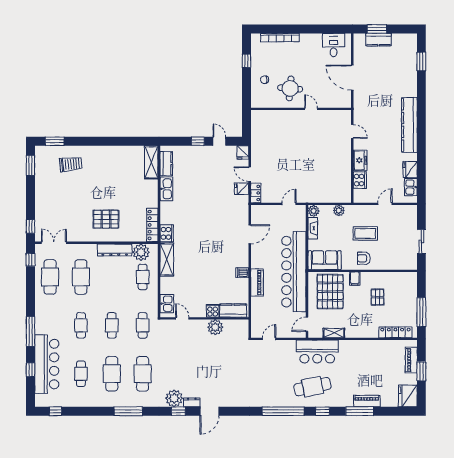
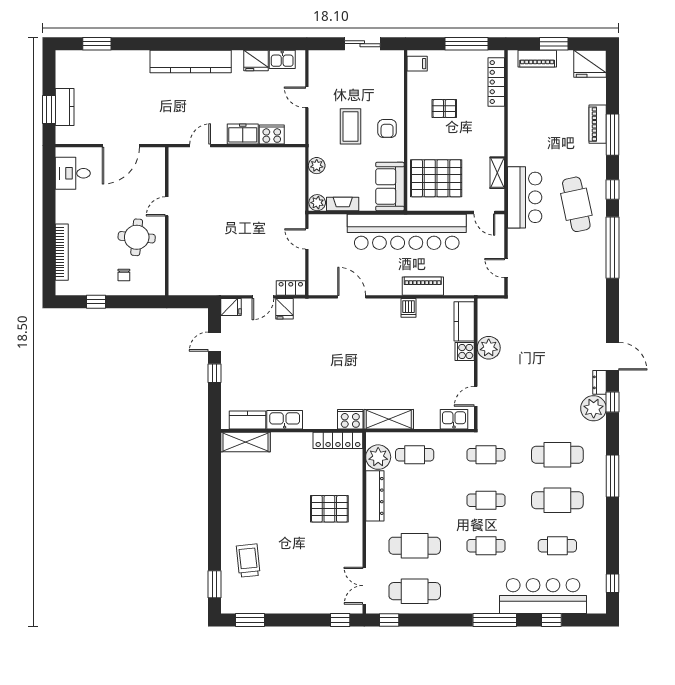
pallet: (106, 219) -> (329, 509), turned 90
filing cabinet: (355, 279) -> (417, 64), moved

